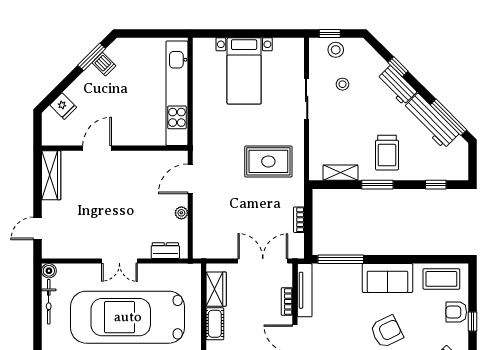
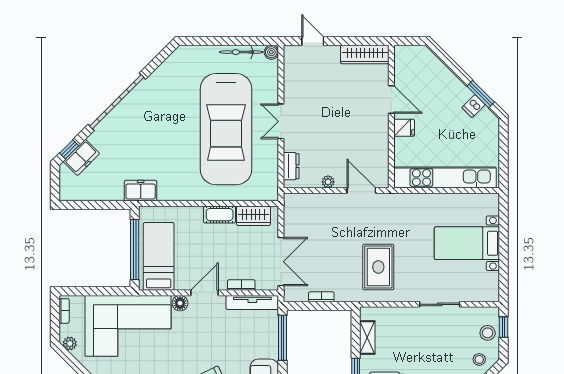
stool: (343, 84) -> (479, 359), moved
fridge: (63, 106) -> (404, 128), moved, turned -135
car: (128, 317) -> (226, 129), turned 180

